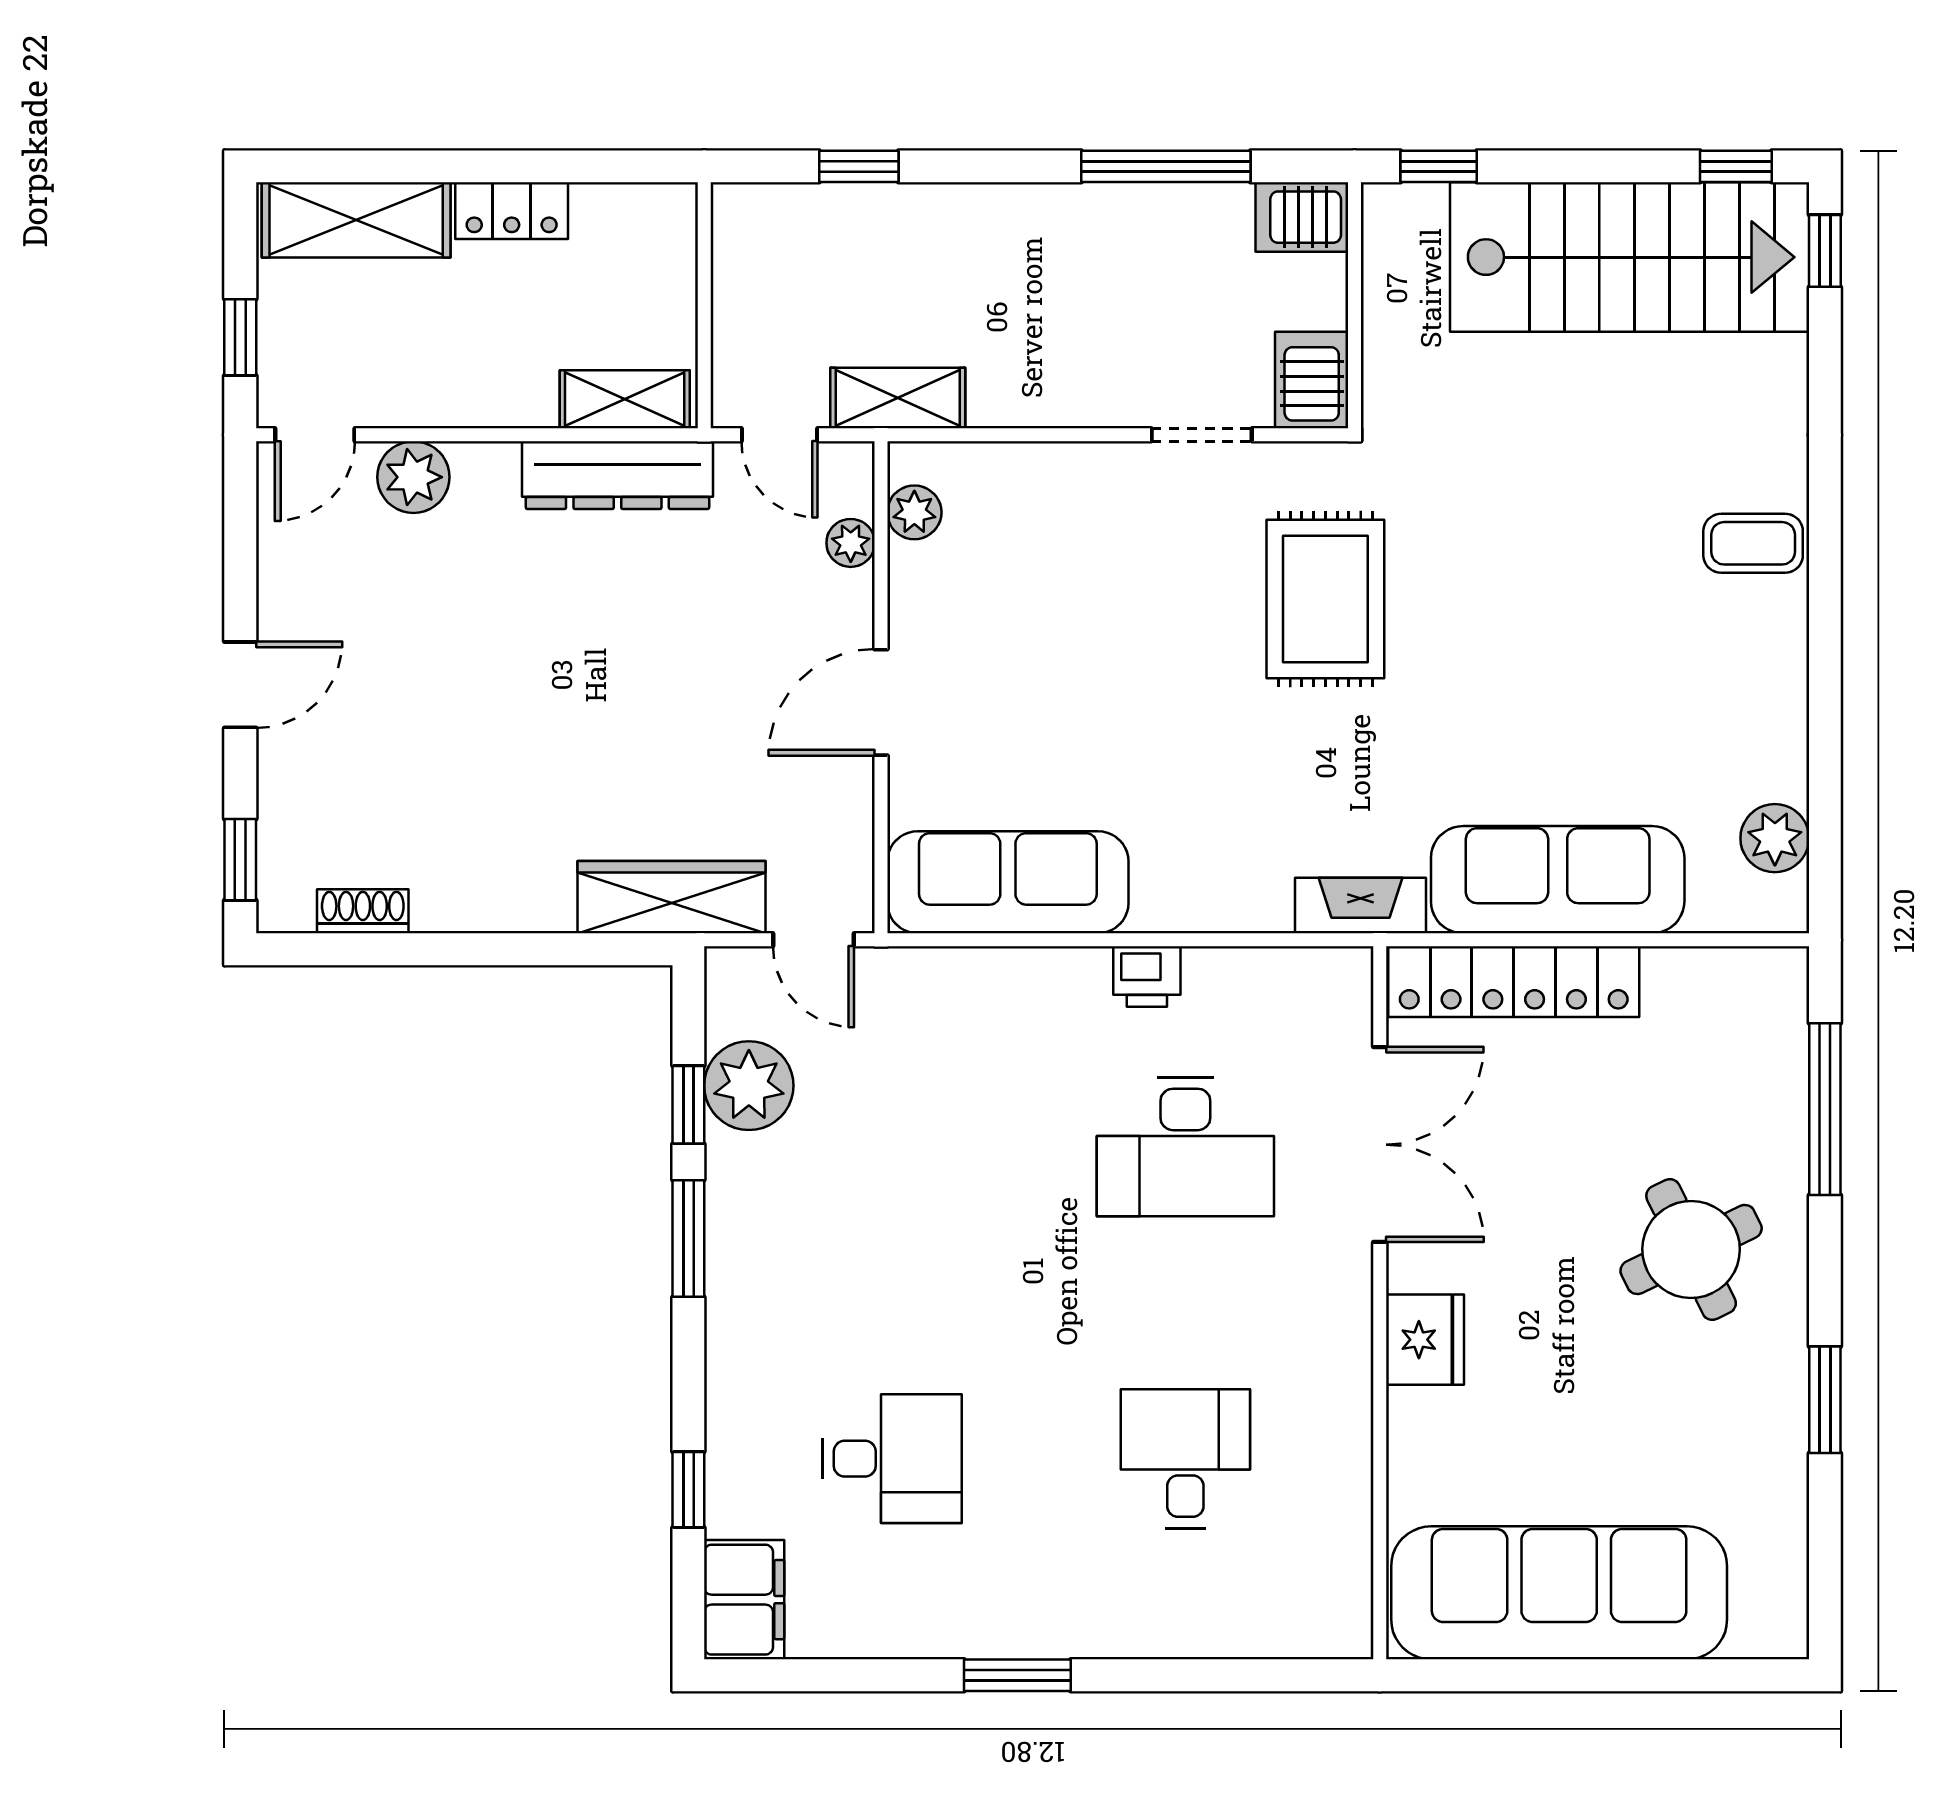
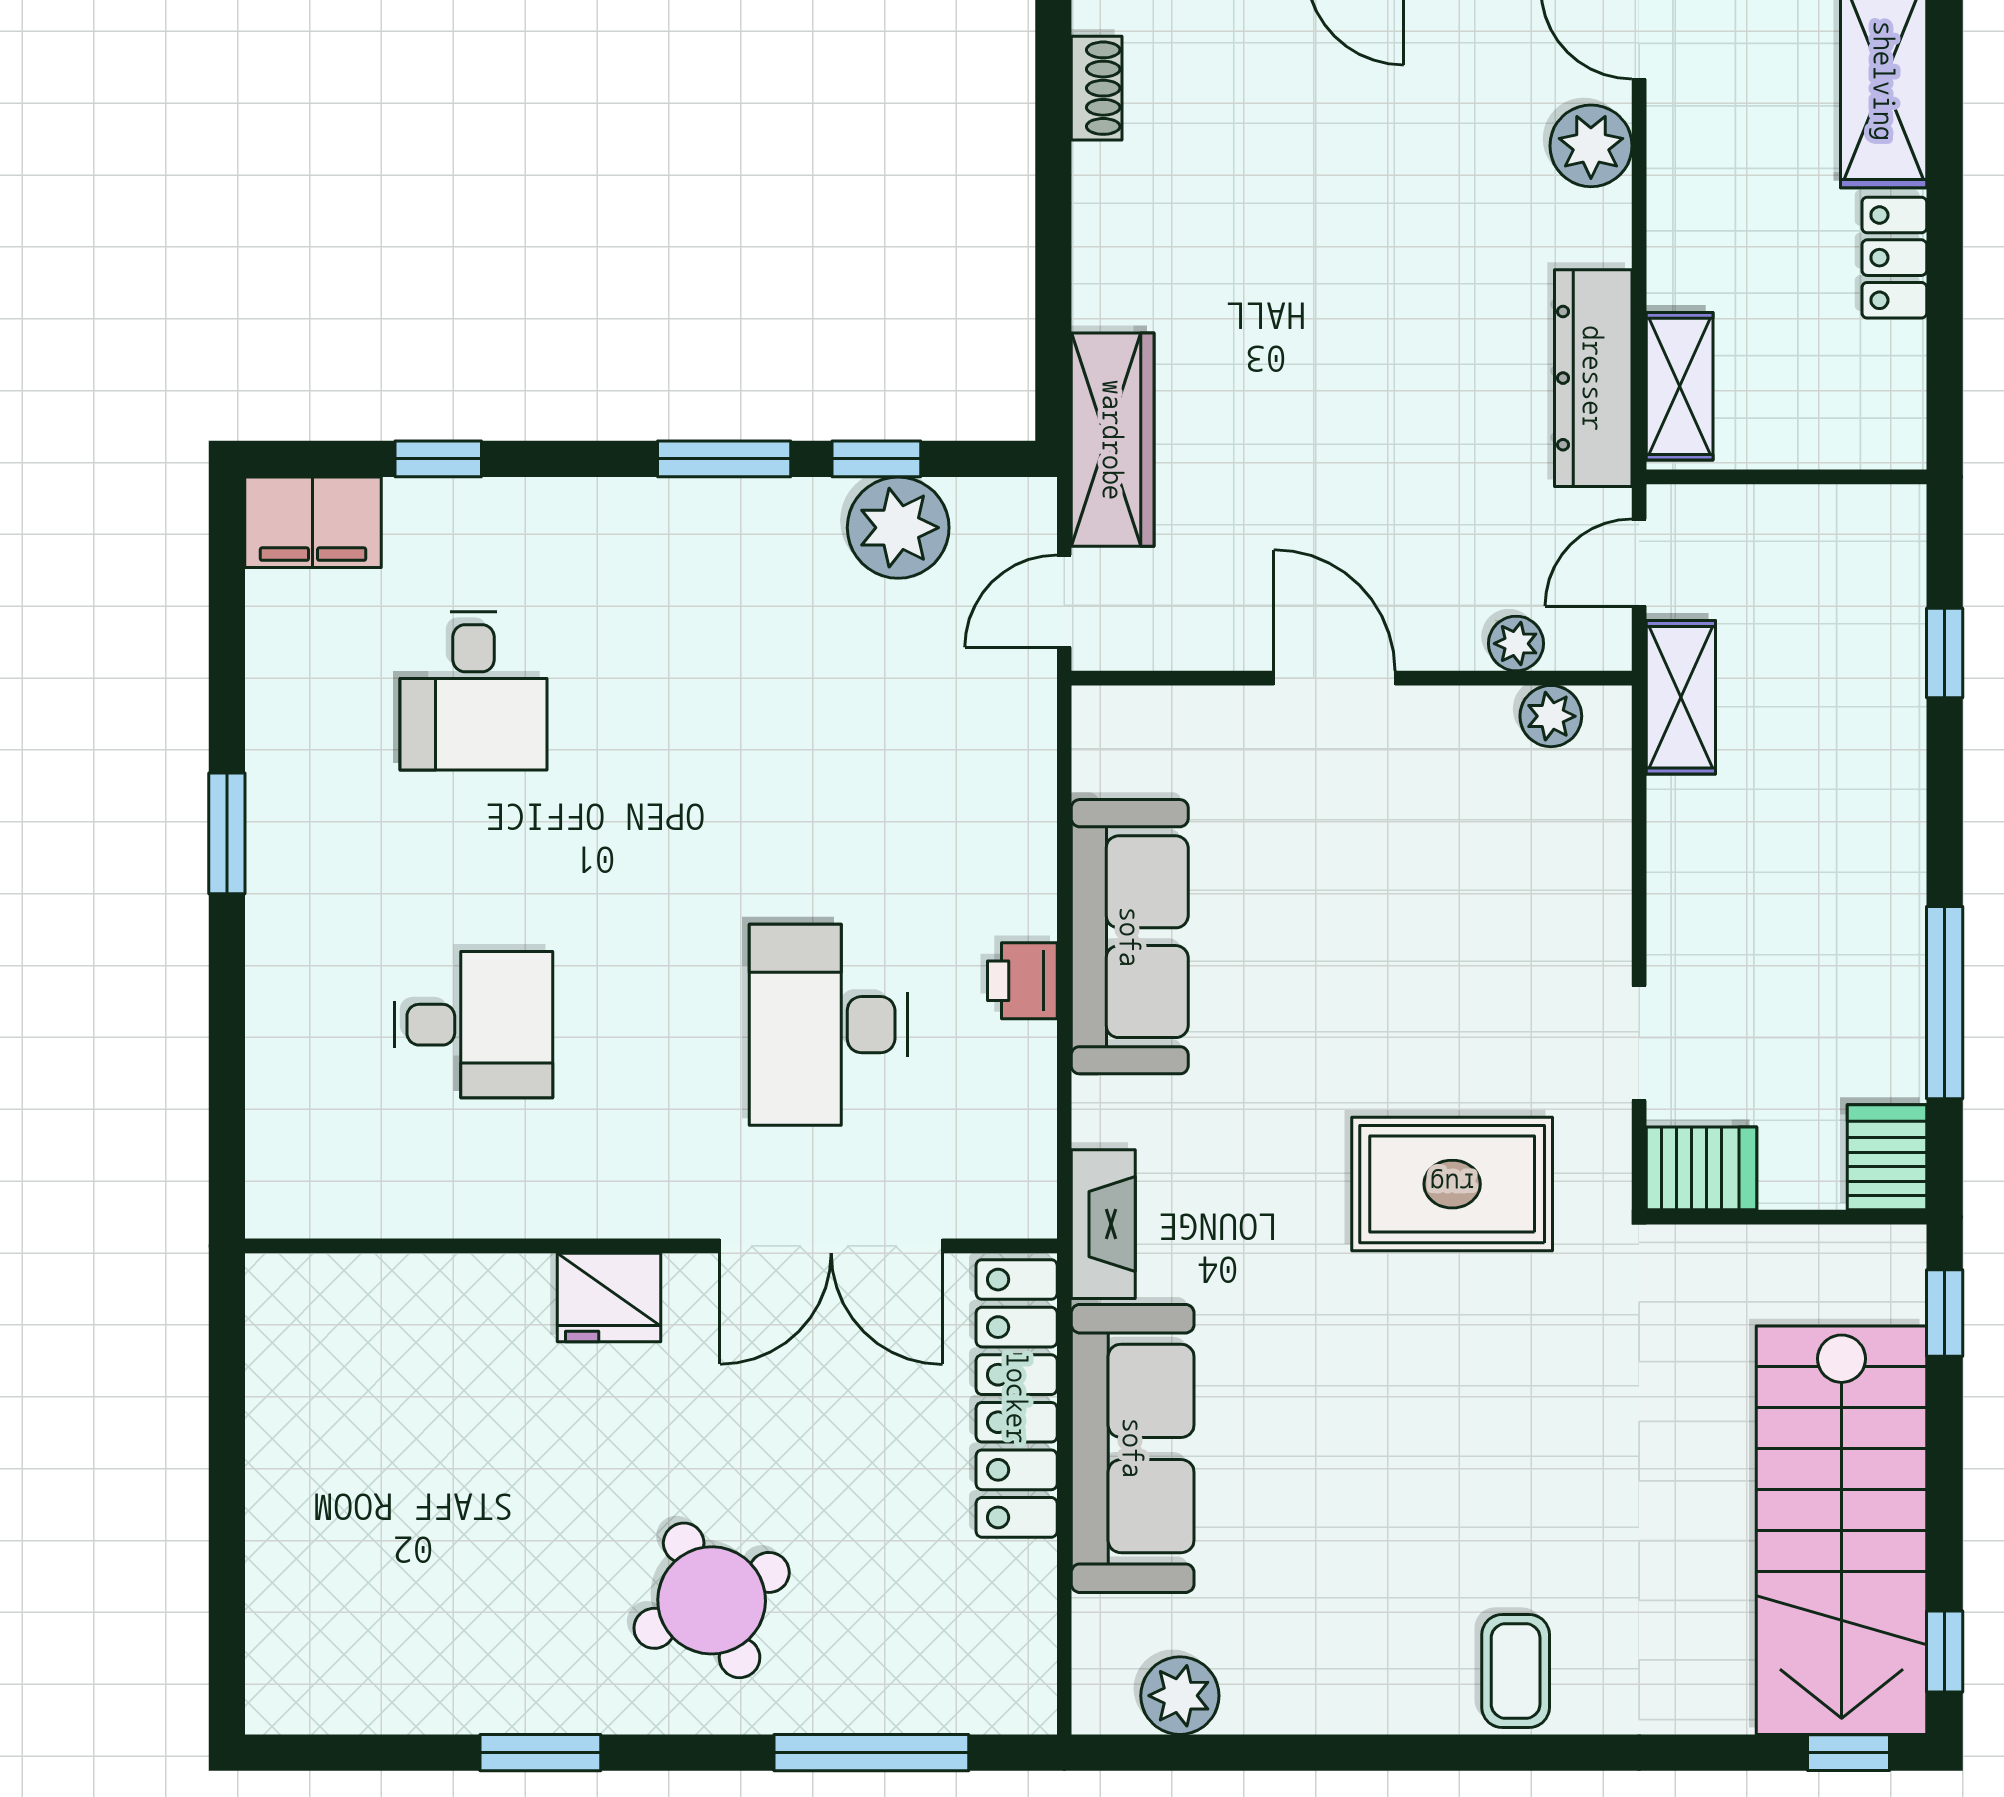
sofa: (1008, 882) -> (1130, 937), moved
sofa: (1559, 1593) -> (321, 1450), removed

